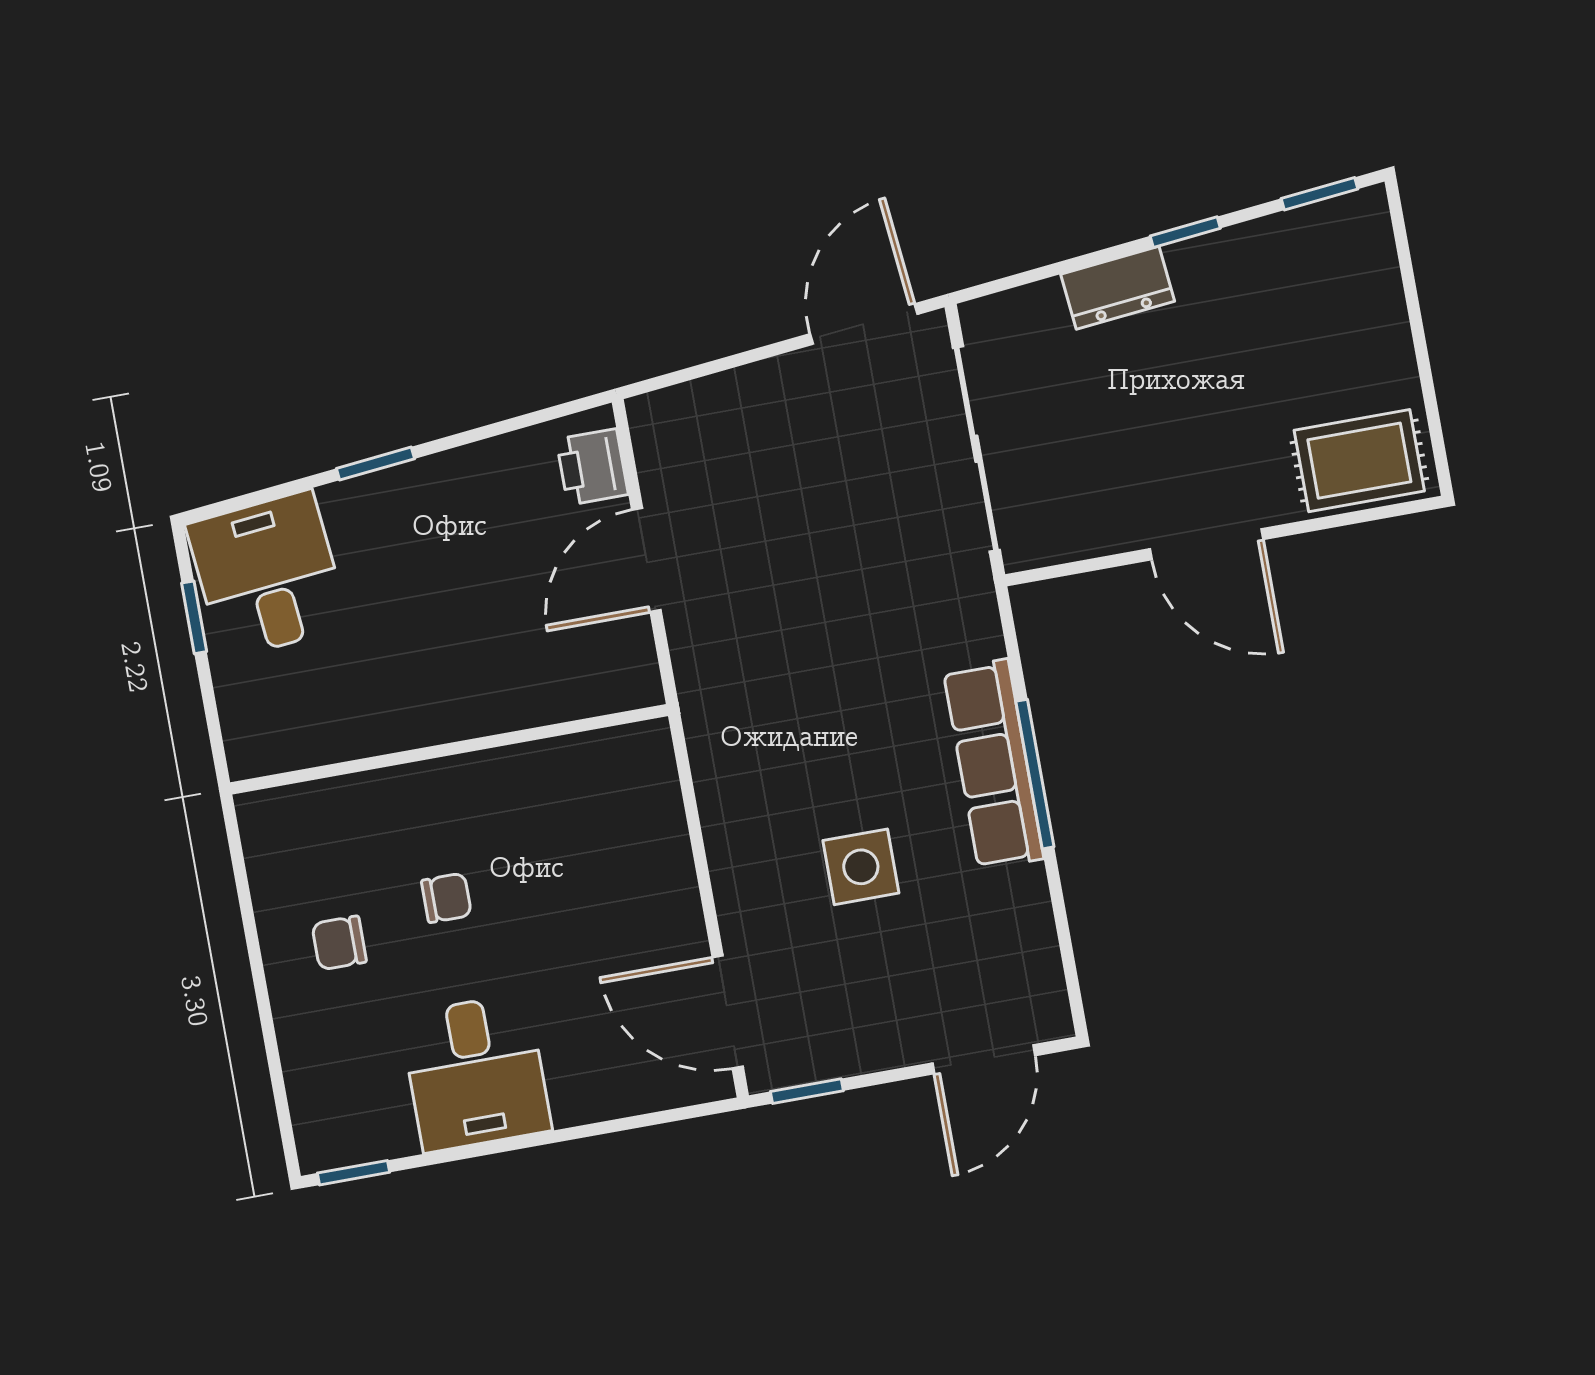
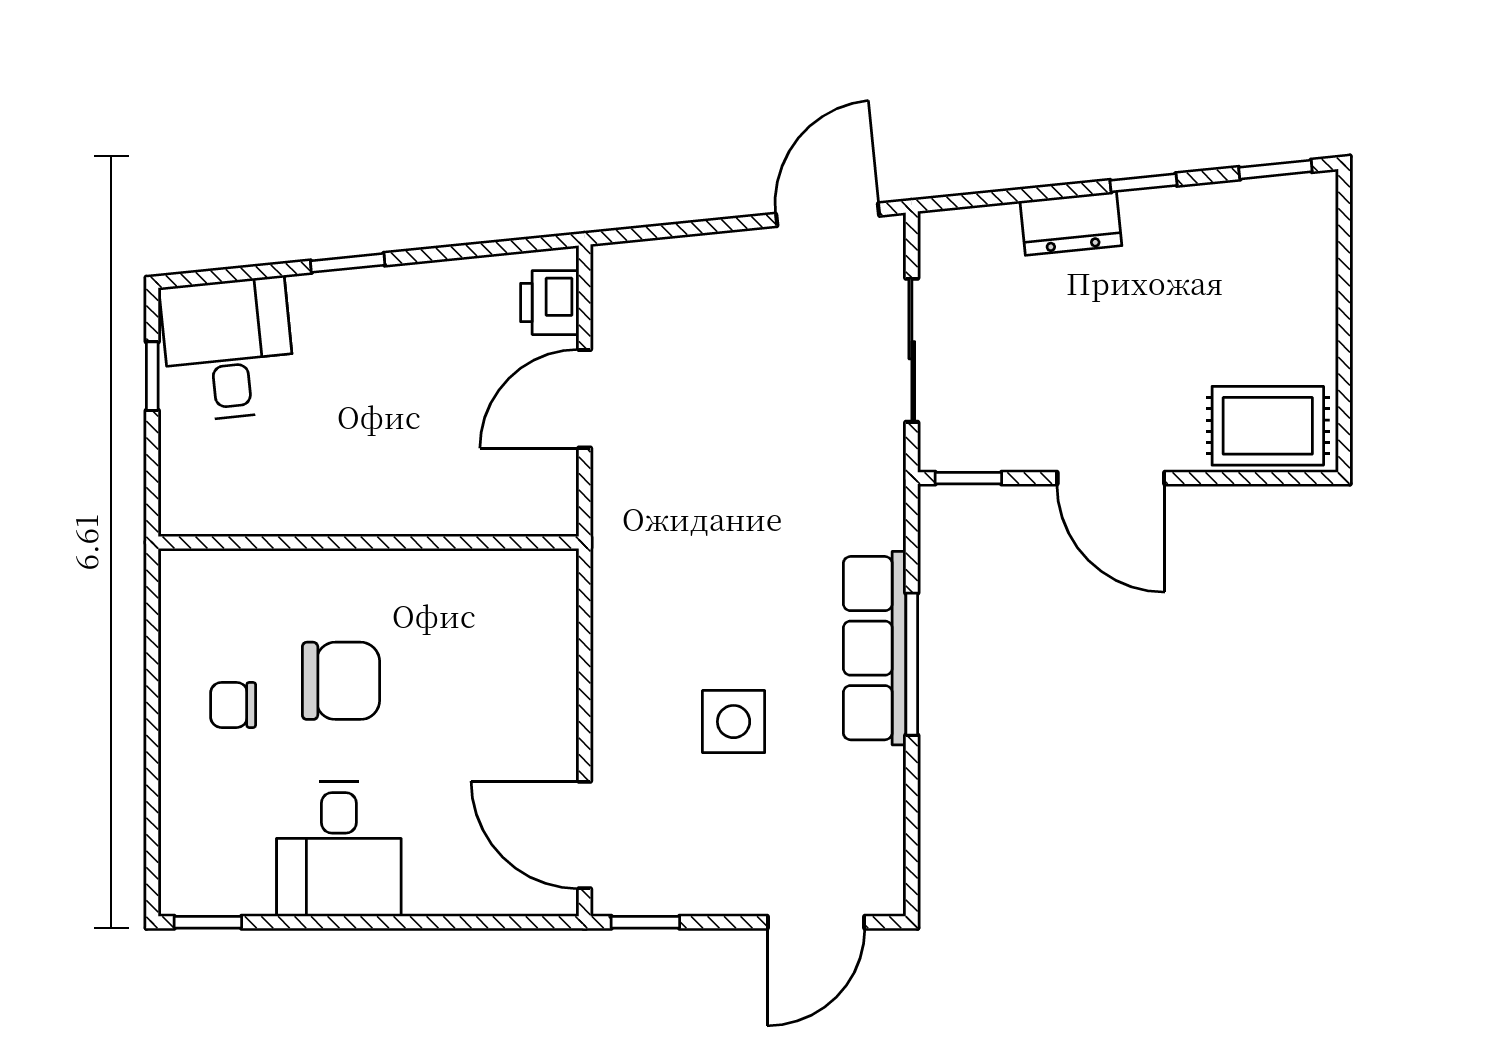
sliding door: (976, 449) -> (912, 350), width x0.73
window: (1059, 571) -> (968, 478), added
chair: (446, 898) -> (341, 681), width x1.87, depth x1.87

